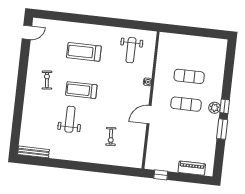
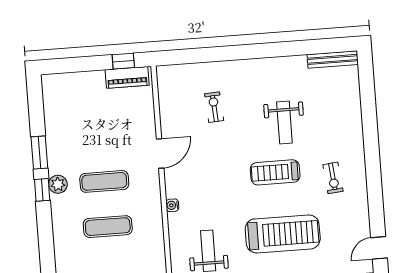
treadmill: (84, 52) -> (283, 234), width x1.37, depth x1.38
treadmill: (81, 90) -> (275, 172), turned 180
piano: (192, 168) -> (127, 77), moved

